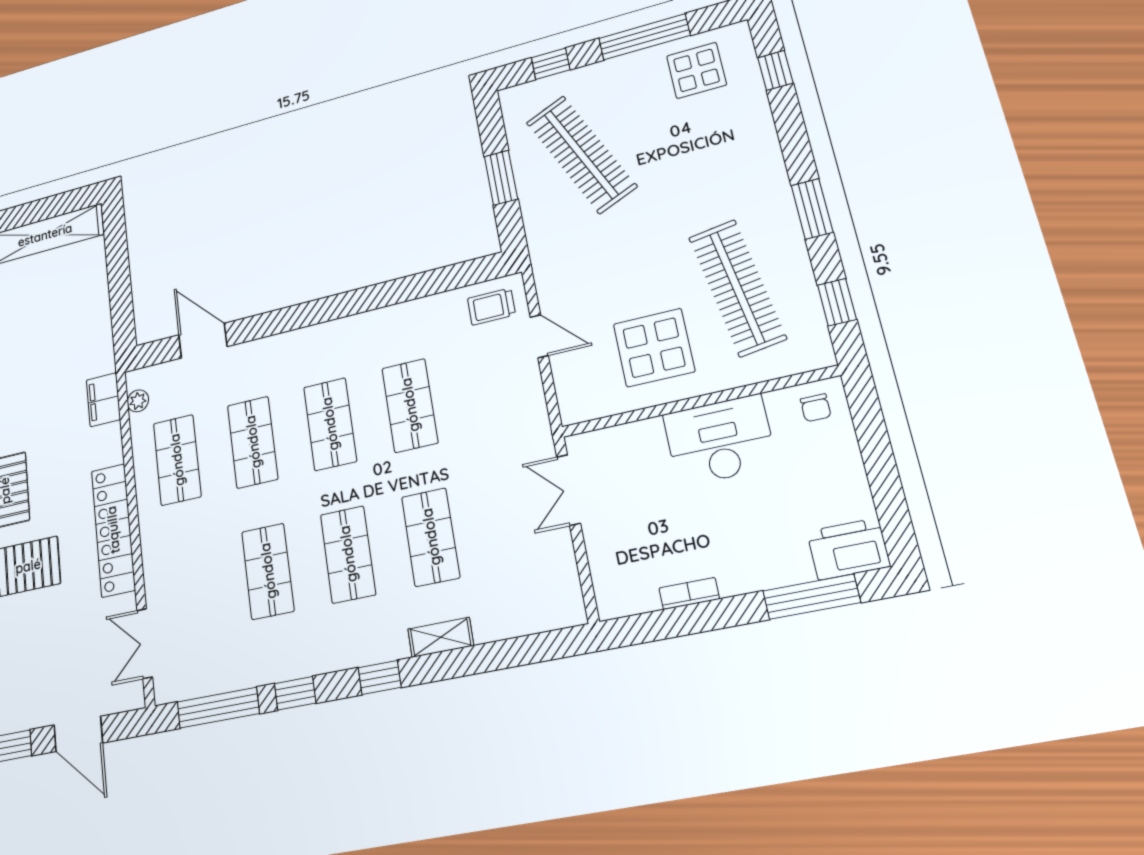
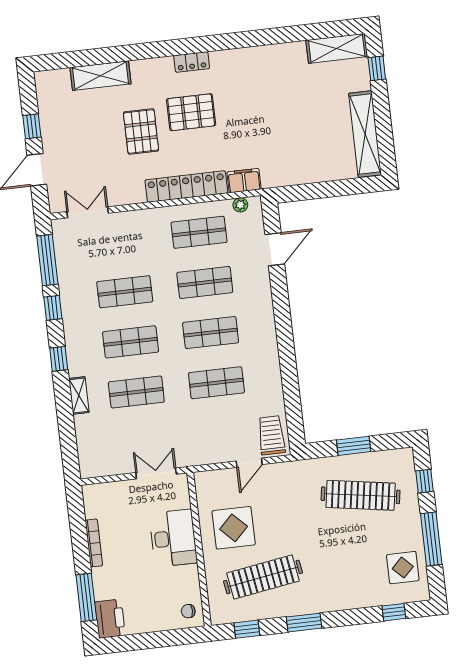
clothes rail: (581, 154) -> (361, 495), turned 33
trolley: (491, 307) -> (271, 435), width x1.36, depth x1.39
desk: (720, 440) -> (173, 538), moved
locker: (113, 530) -> (186, 186), moved
bookcase: (689, 594) -> (94, 543), width x1.56

